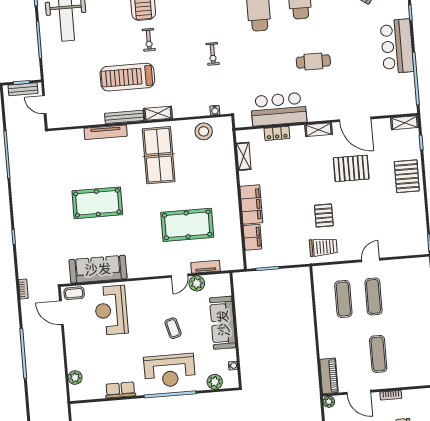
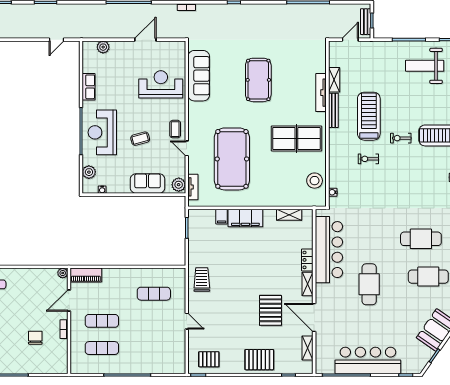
bar counter: (397, 46) -> (368, 360), width x1.36
exercise bike: (213, 54) -> (368, 159), moved
cafe table: (313, 62) -> (369, 284), width x1.37, depth x1.35
bar counter: (279, 109) -> (329, 250), width x1.36
shelving: (158, 113) -> (334, 80), moved
door: (355, 119) -> (314, 318), hinge flipped
shelving: (405, 123) -> (307, 348), moved
locker: (277, 133) -> (307, 260), moved
pallet: (324, 216) -> (209, 359), moved
pool table: (187, 225) -> (232, 159), width x1.36, depth x1.32
filing cabinet: (252, 237) -> (222, 217), width x0.50
trolley: (323, 247) -> (202, 279), turned 180
tv unit: (206, 267) -> (193, 187), moved
plant: (197, 283) -> (179, 185), moved
coffee table: (74, 293) -> (175, 129), moved
exercise mat: (373, 296) -> (102, 348), moved
door: (61, 313) -> (145, 40), moved
sofa: (223, 323) -> (148, 184), width x0.73

